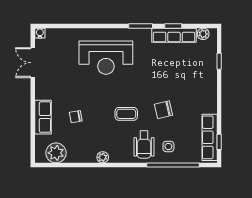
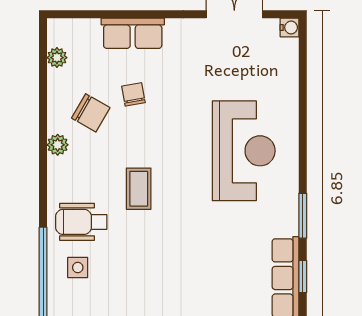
reception desk: (106, 58) -> (244, 151), turned 180
chair: (164, 110) -> (91, 113), moved, turned 133
plant: (56, 153) -> (57, 58), width x0.53, depth x0.53

